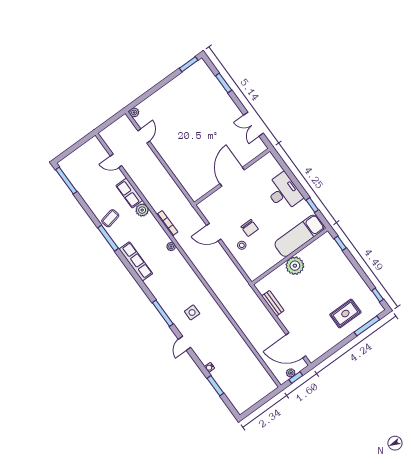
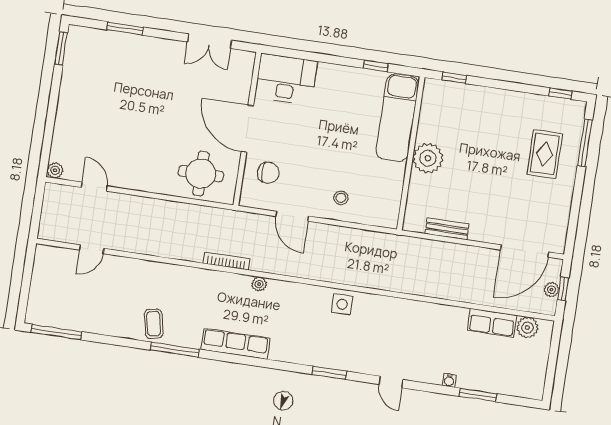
round table: (194, 176) -> (201, 174), added
desk: (283, 192) -> (286, 79), moved
row of seats: (129, 193) -> (492, 323), moved
plant: (142, 210) -> (527, 328), moved
chair: (250, 228) -> (268, 173), moved
door: (214, 232) -> (292, 216), hinge flipped
side table: (192, 312) -> (342, 304), moved
window: (163, 313) -> (329, 373), width x0.69

